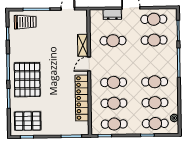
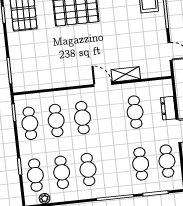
locker: (82, 98) -> (59, 79), removed

